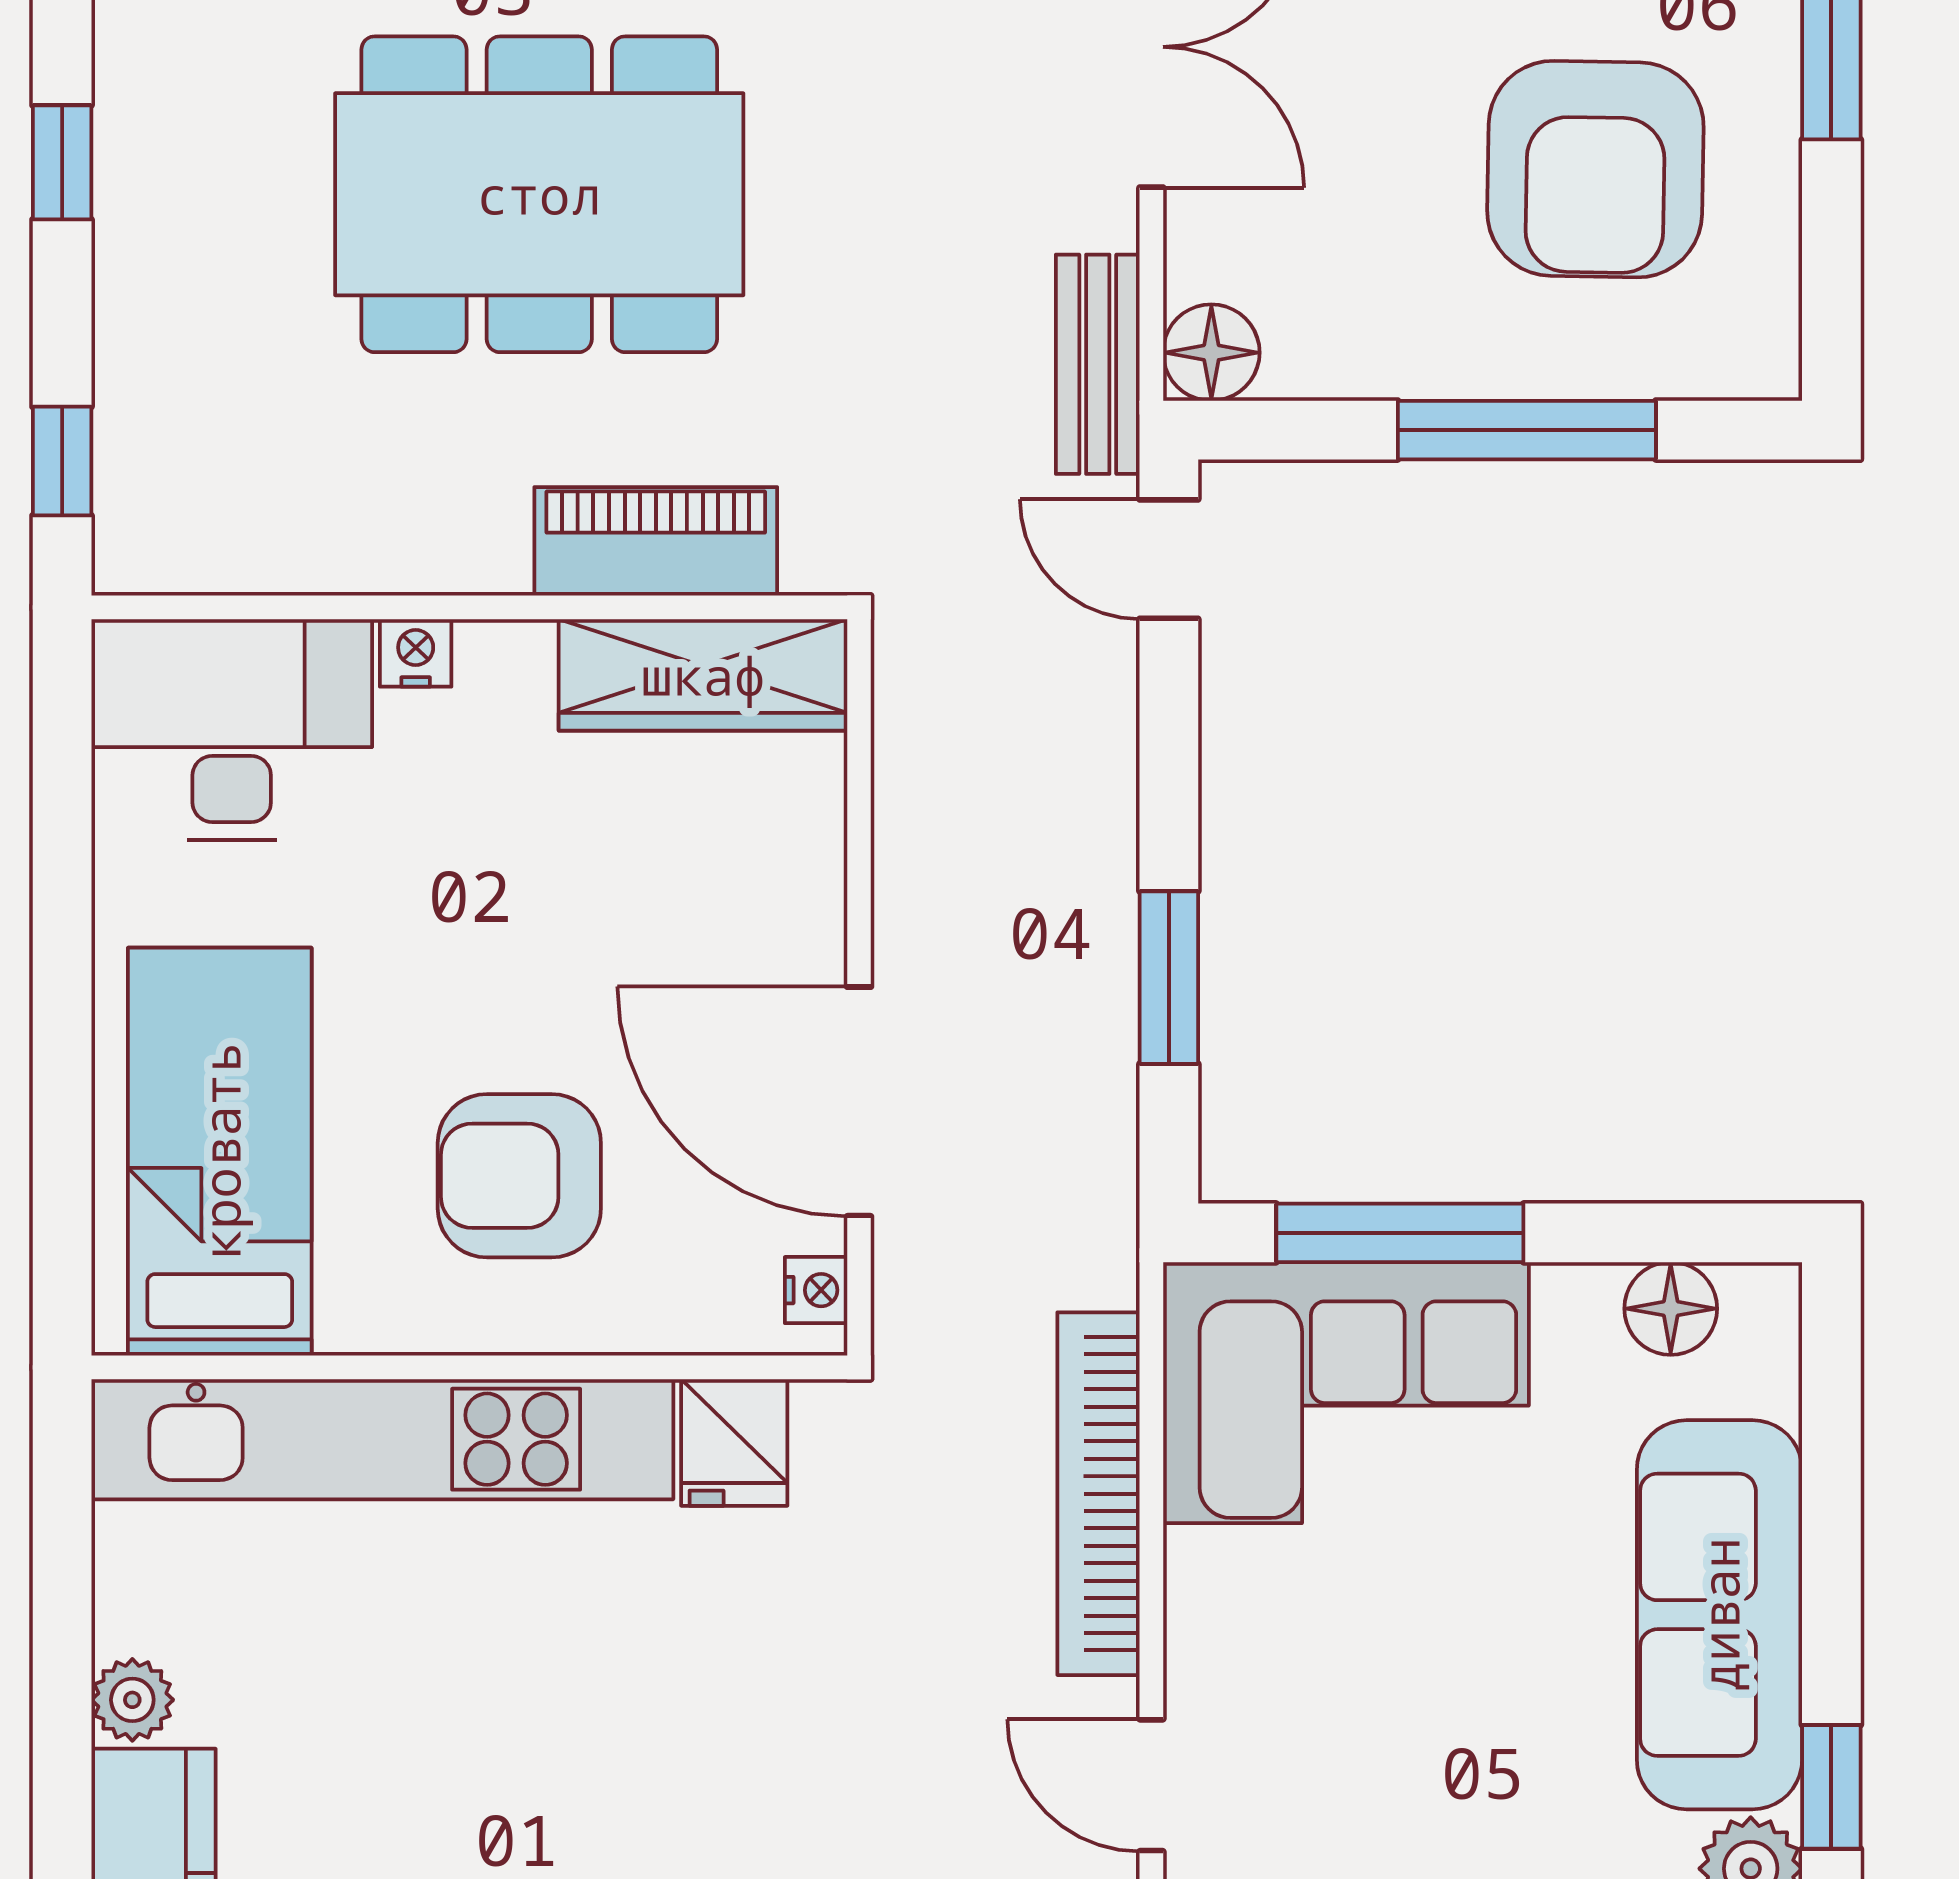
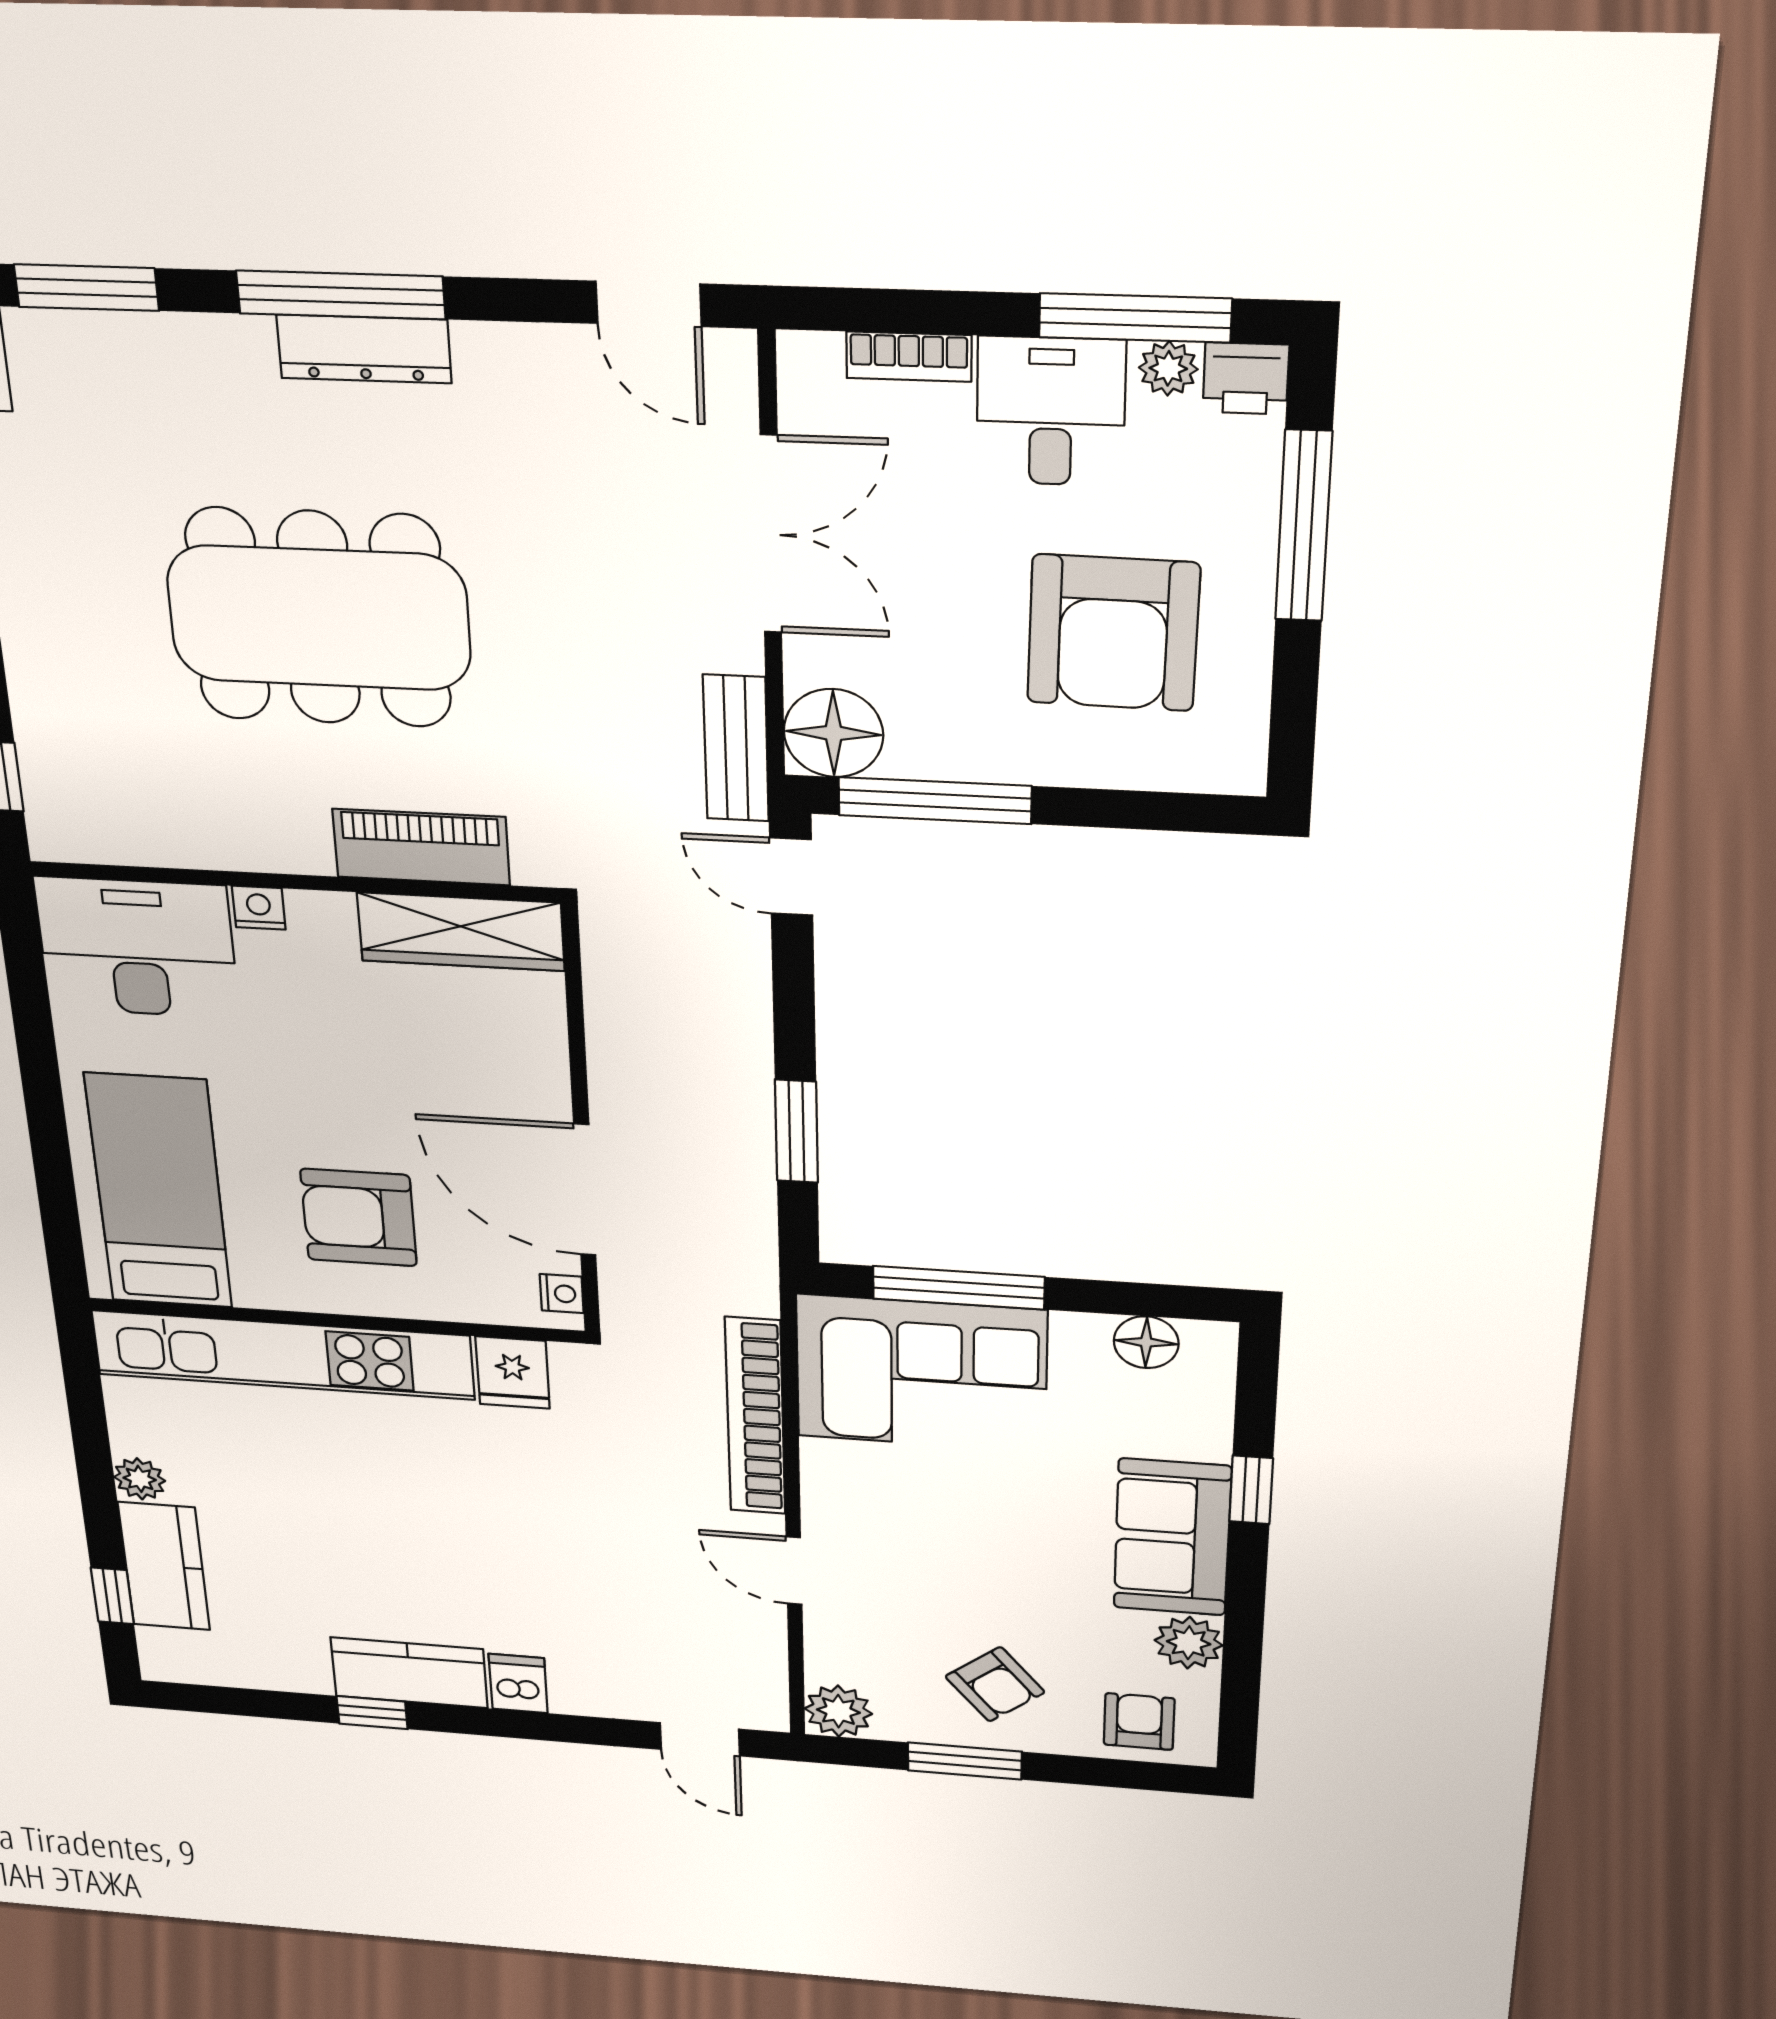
floor lamp: (1211, 353) -> (834, 733), width x1.38, depth x1.38
window: (1527, 430) -> (935, 801), moved
sofa: (1719, 1615) -> (1172, 1537), width x0.73
window: (1831, 1787) -> (1251, 1490), moved

